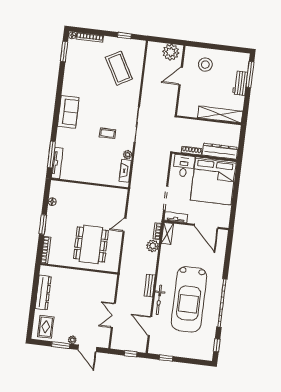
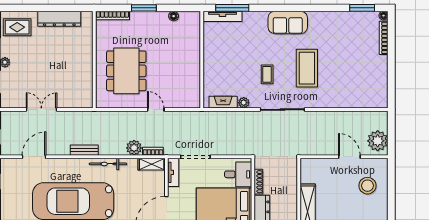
window: (124, 36) -> (391, 81), removed
coffee table: (119, 68) -> (307, 68), moved, turned -61
dining table: (91, 244) -> (126, 71), turned 90
bicycle: (159, 300) -> (108, 164), moved

